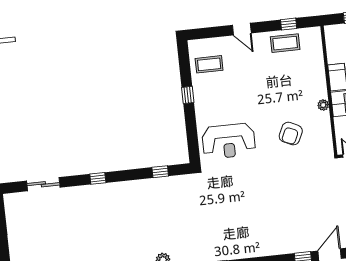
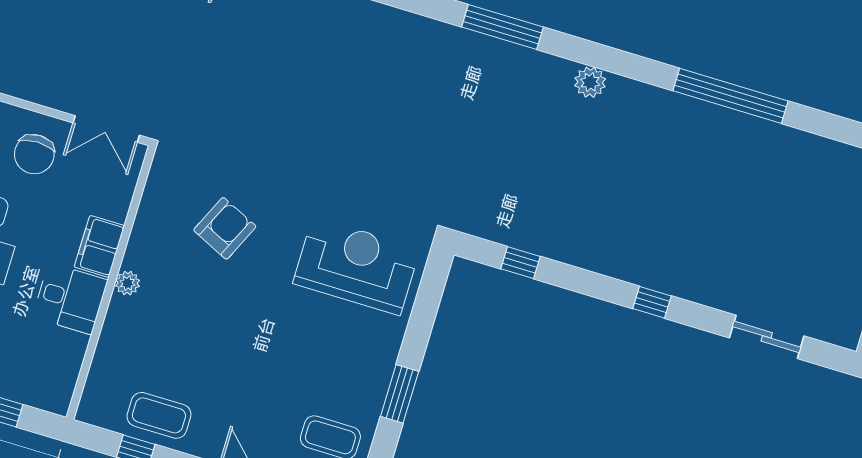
window: (188, 95) -> (400, 394), width x1.50
plant: (323, 105) -> (127, 283), moved

